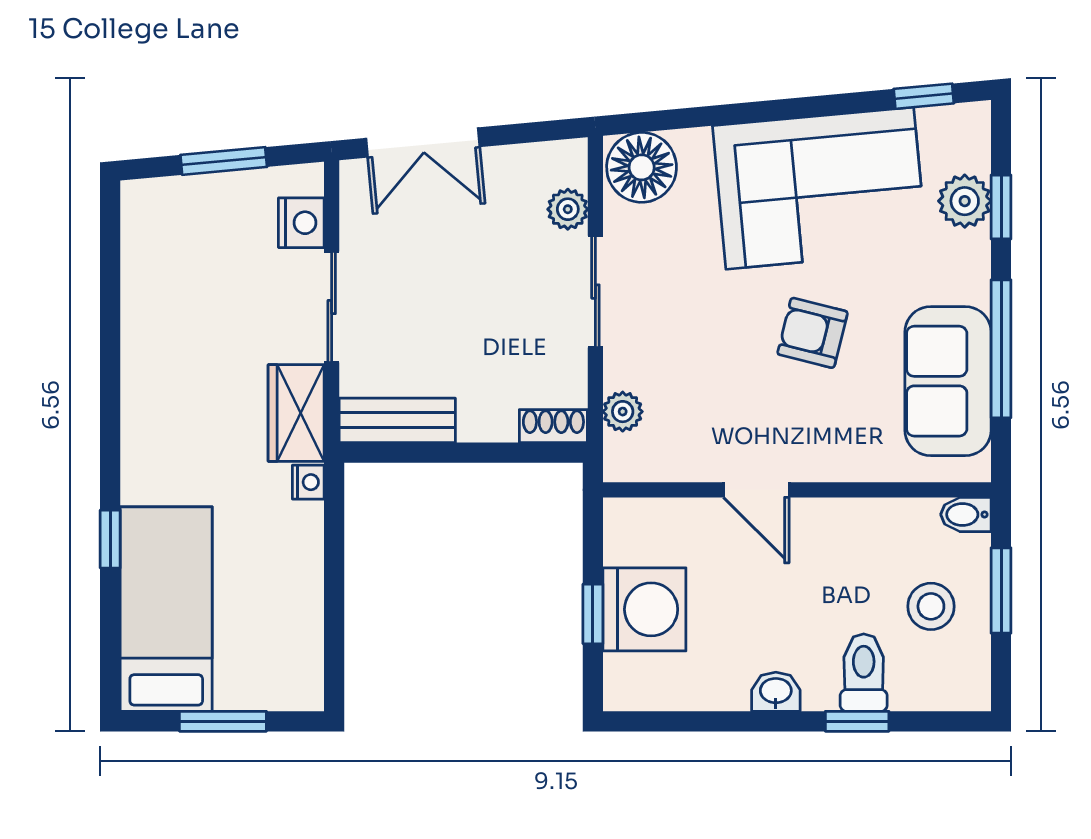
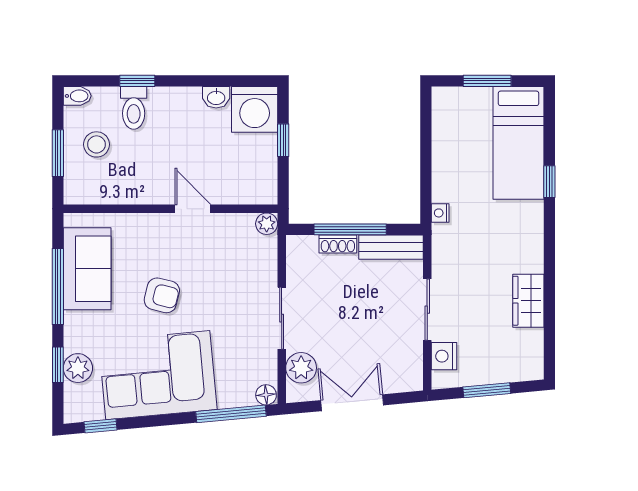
window: (687, 118) -> (231, 414), added
double door: (423, 143) -> (352, 403), moved
floor lamp: (642, 167) -> (266, 395), width x0.53, depth x0.53
plant: (568, 209) -> (301, 368), width x1.38, depth x1.38
plant: (623, 412) -> (267, 224), moved
wardrobe: (296, 413) -> (528, 301), moved, turned 180
shoe rack: (553, 426) -> (338, 244), moved
window: (471, 453) -> (350, 229), added
bidet: (966, 514) -> (77, 96), moved
washing machine: (644, 609) -> (255, 109), moved, turned -90
washbasin: (776, 692) -> (216, 97), moved

